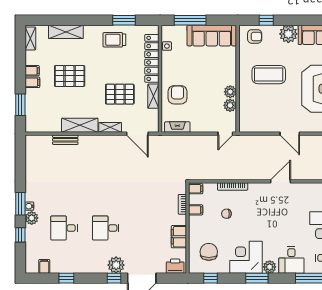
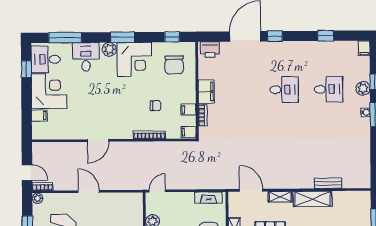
plant: (32, 218) -> (363, 88), moved
filing cabinet: (179, 237) -> (206, 92), moved
plant: (116, 265) -> (273, 50), removed
filing cabinet: (44, 266) -> (364, 48), moved

